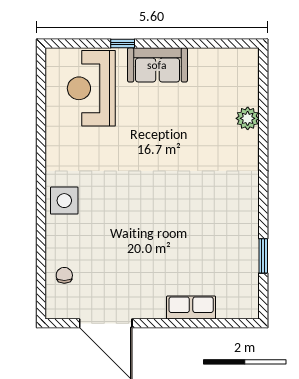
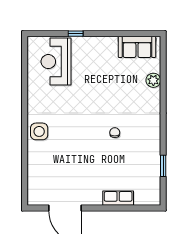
sofa: (157, 65) -> (137, 47), moved
chair: (64, 275) -> (115, 133), moved

